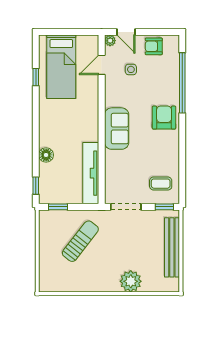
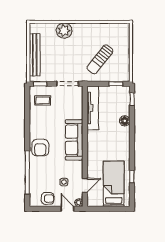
sofa: (117, 129) -> (74, 140), width x1.36

